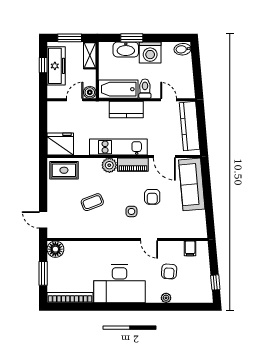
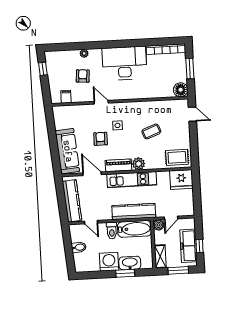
bidet: (183, 49) -> (79, 247), moved
kitchen counter: (126, 110) -> (134, 212), width x1.50

